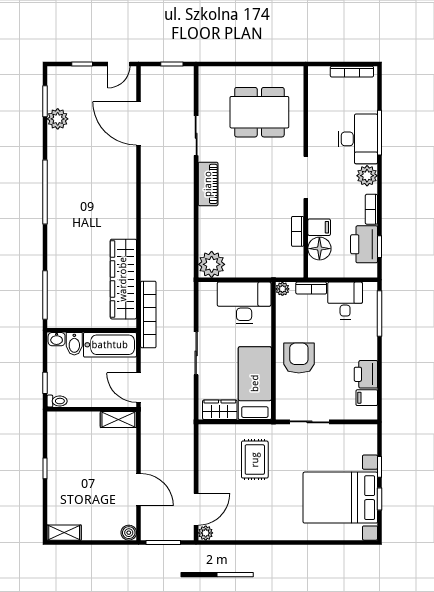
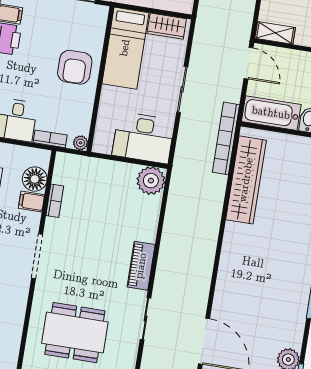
desk: (244, 303) -> (143, 138), moved

